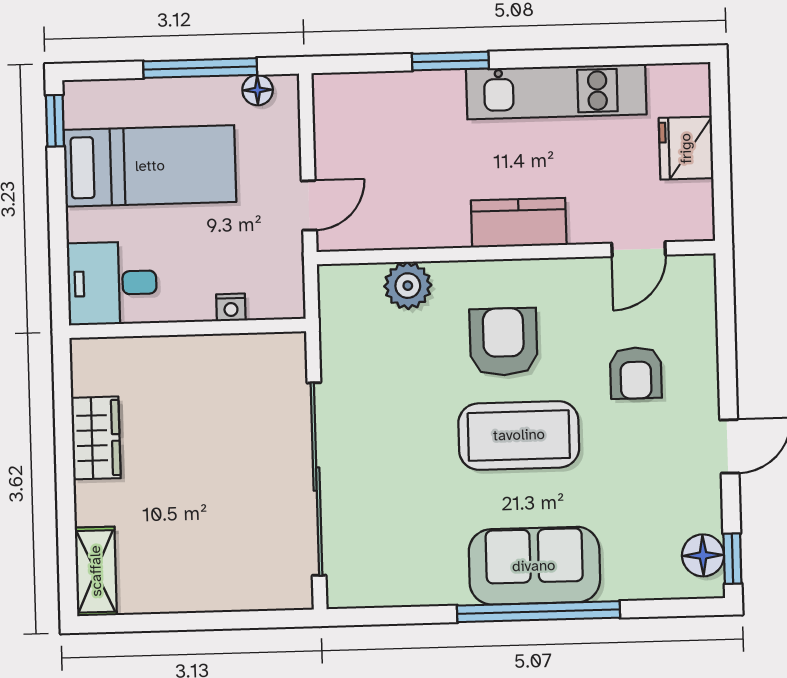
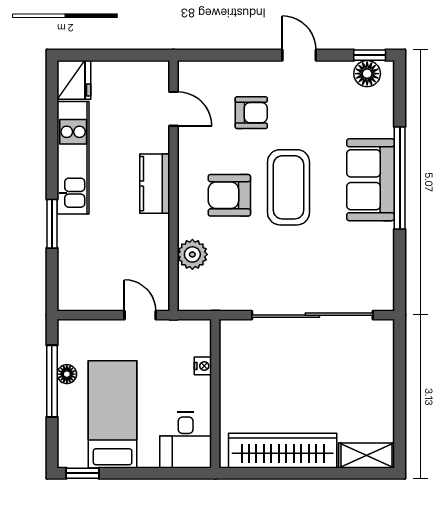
floor lamp: (258, 90) -> (67, 374), moved
fridge: (686, 148) -> (74, 80), moved, turned -90
wardrobe: (96, 438) -> (283, 451), width x2.10, depth x1.17

